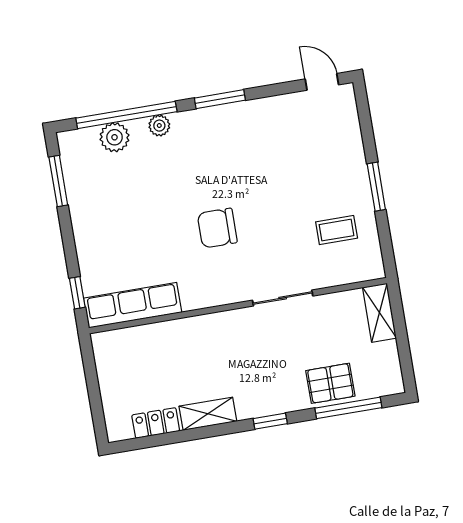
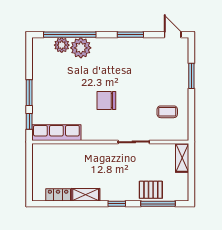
window: (220, 99) -> (130, 35), moved
plant: (159, 126) -> (81, 48), width x1.88, depth x1.88
window: (58, 181) -> (29, 93), moved
window: (376, 187) -> (191, 76), moved

